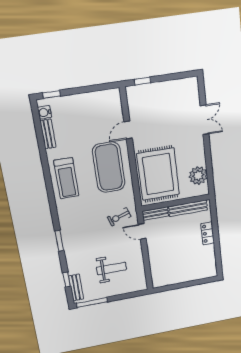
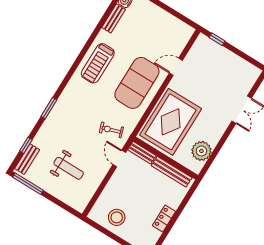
locker: (208, 233) -> (164, 218), moved
stool: (174, 271) -> (117, 217), added

